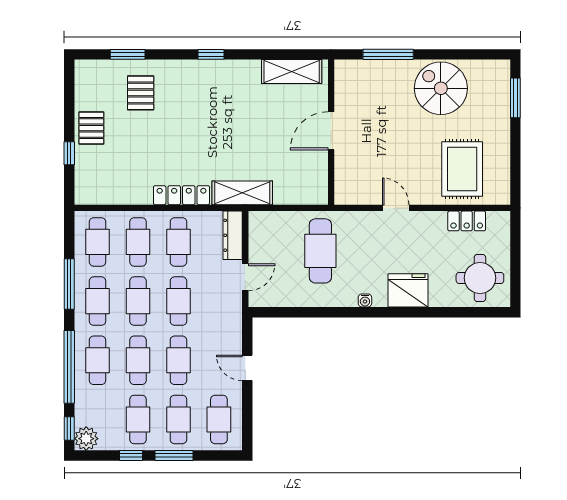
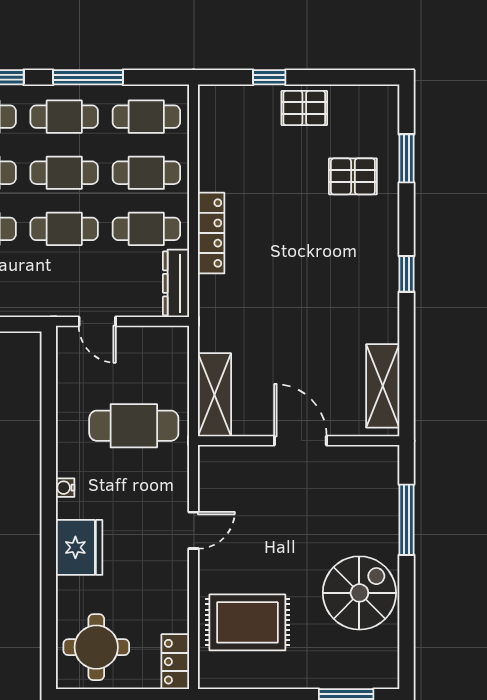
shelving: (242, 193) -> (214, 395), moved
locker: (467, 221) -> (175, 662), moved
dresser: (233, 235) -> (176, 283), moved, turned -90

